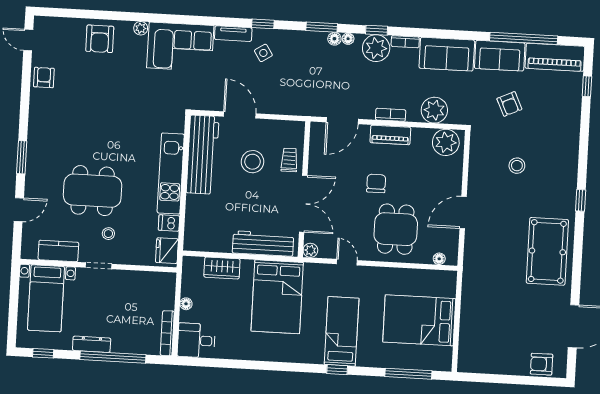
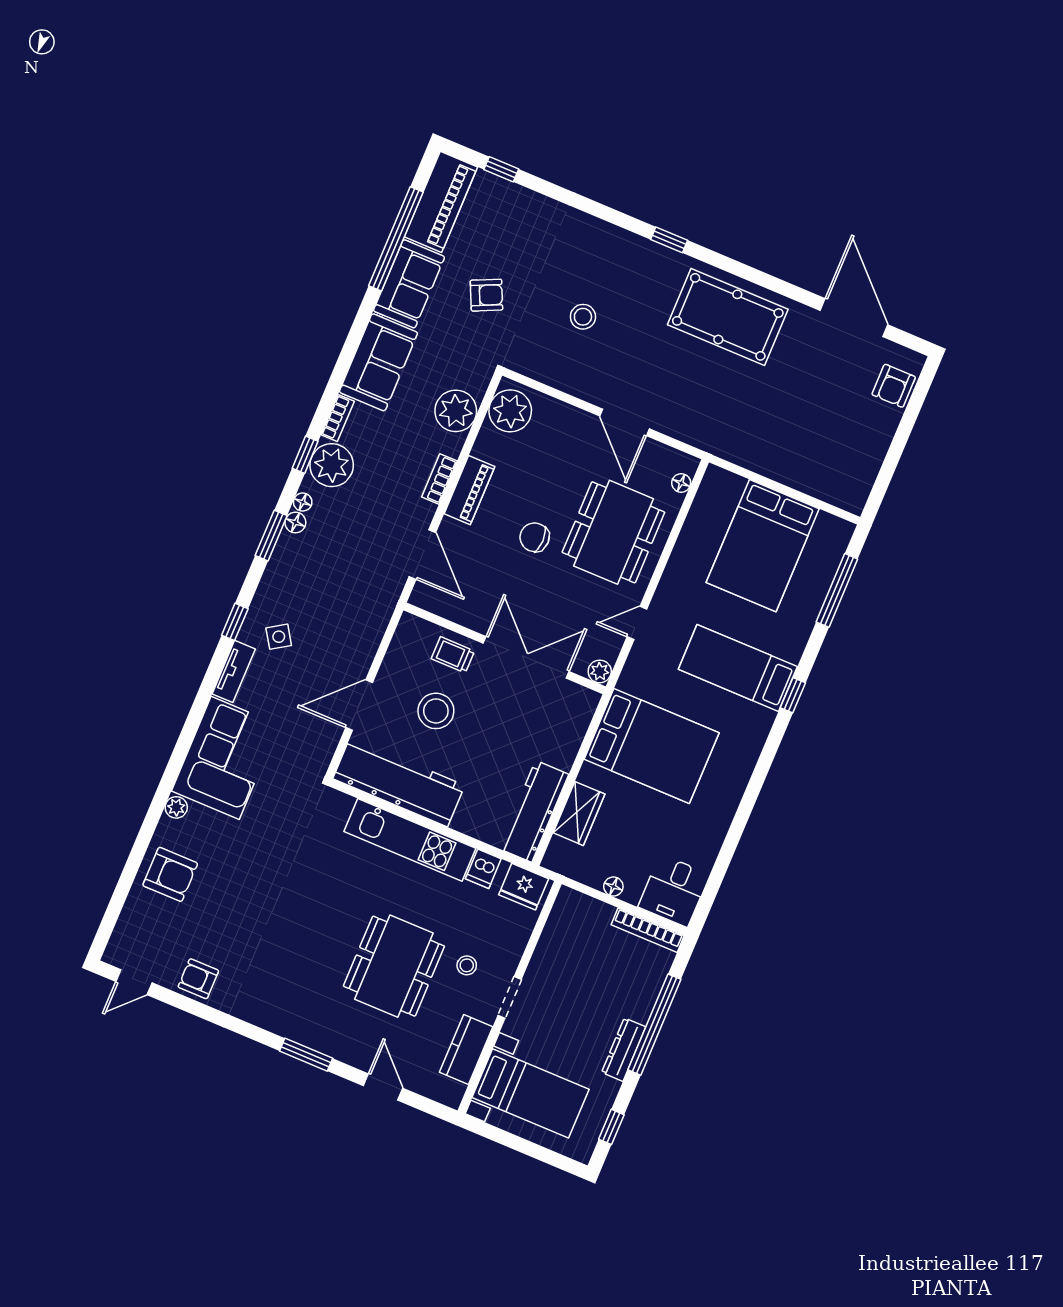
dining table: (396, 229) -> (613, 532), width x1.38
workbench: (263, 244) -> (534, 811), moved

